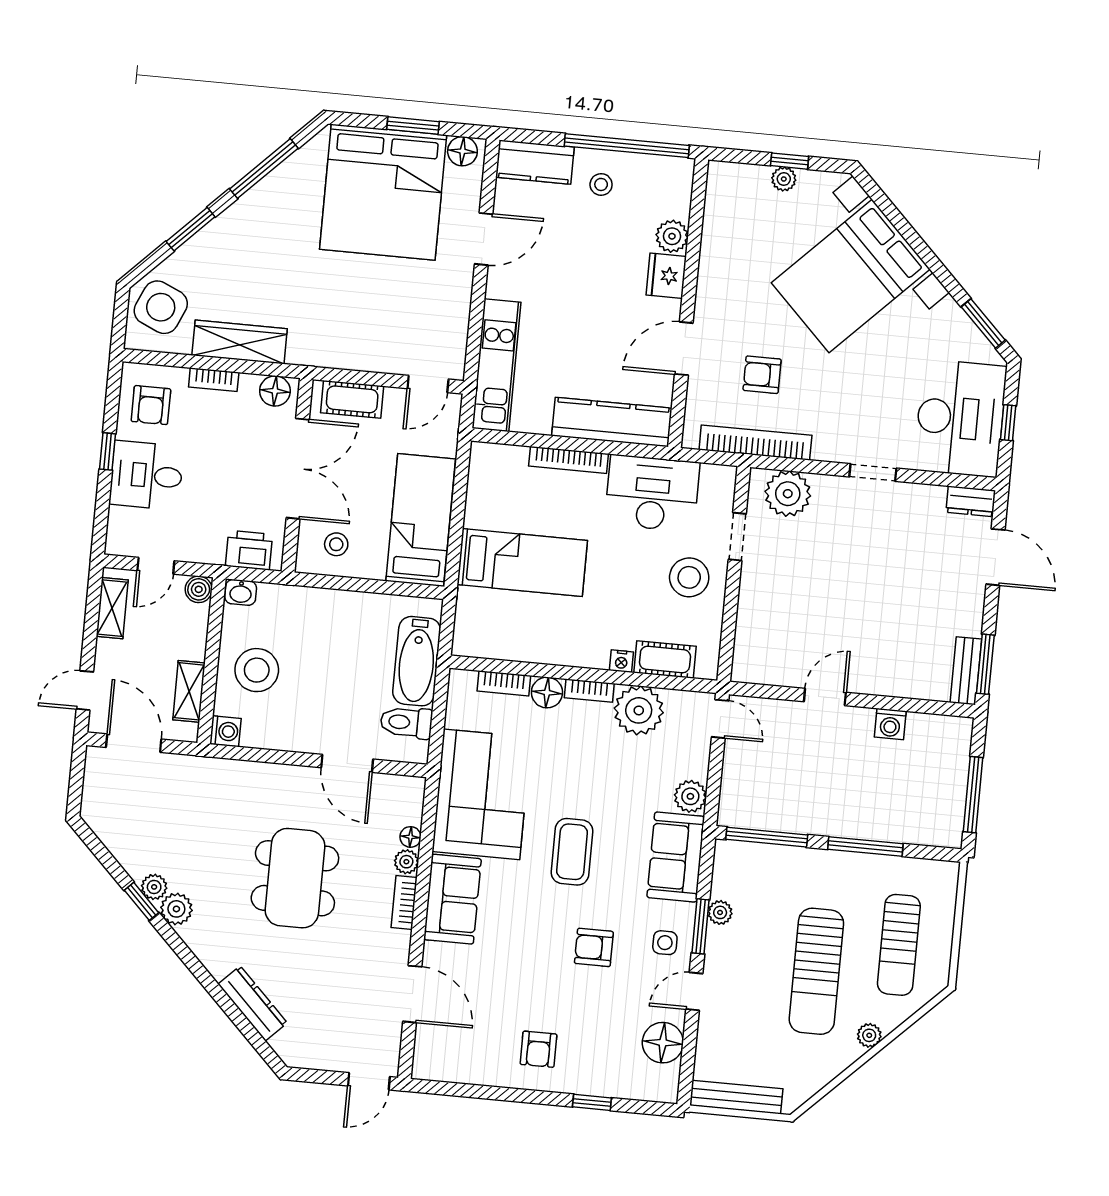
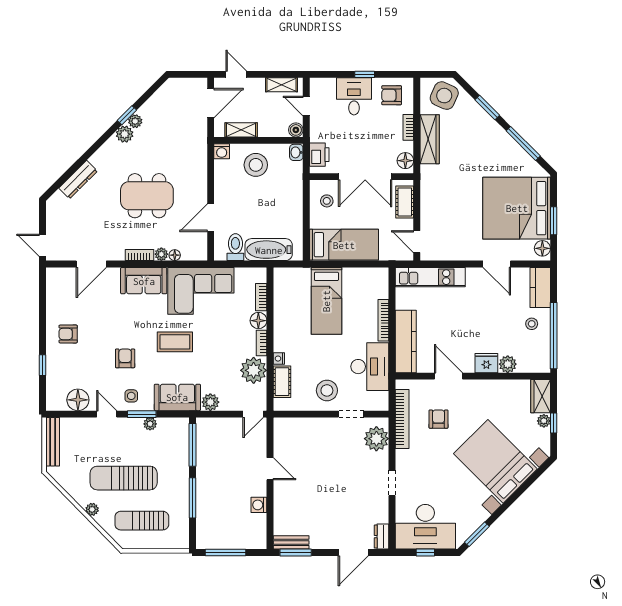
wardrobe: (737, 181) -> (541, 396), added

